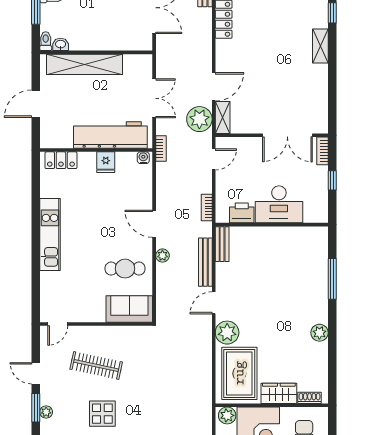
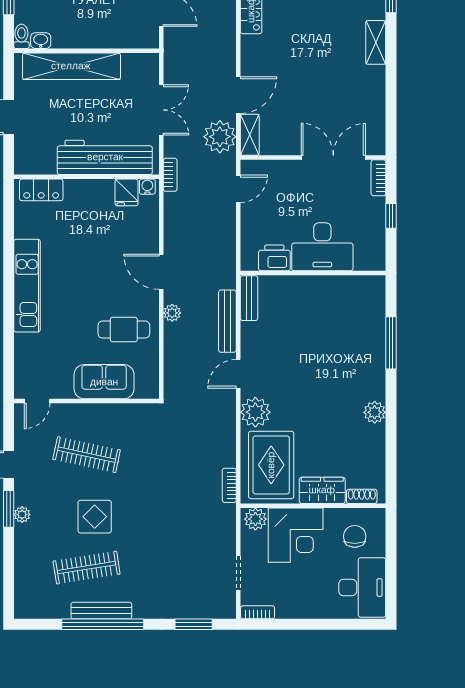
double door: (287, 135) -> (333, 158), swing flipped
fridge: (106, 162) -> (127, 192), moved
bookcase: (207, 207) -> (229, 485), moved
sofa: (129, 309) -> (104, 382), moved

